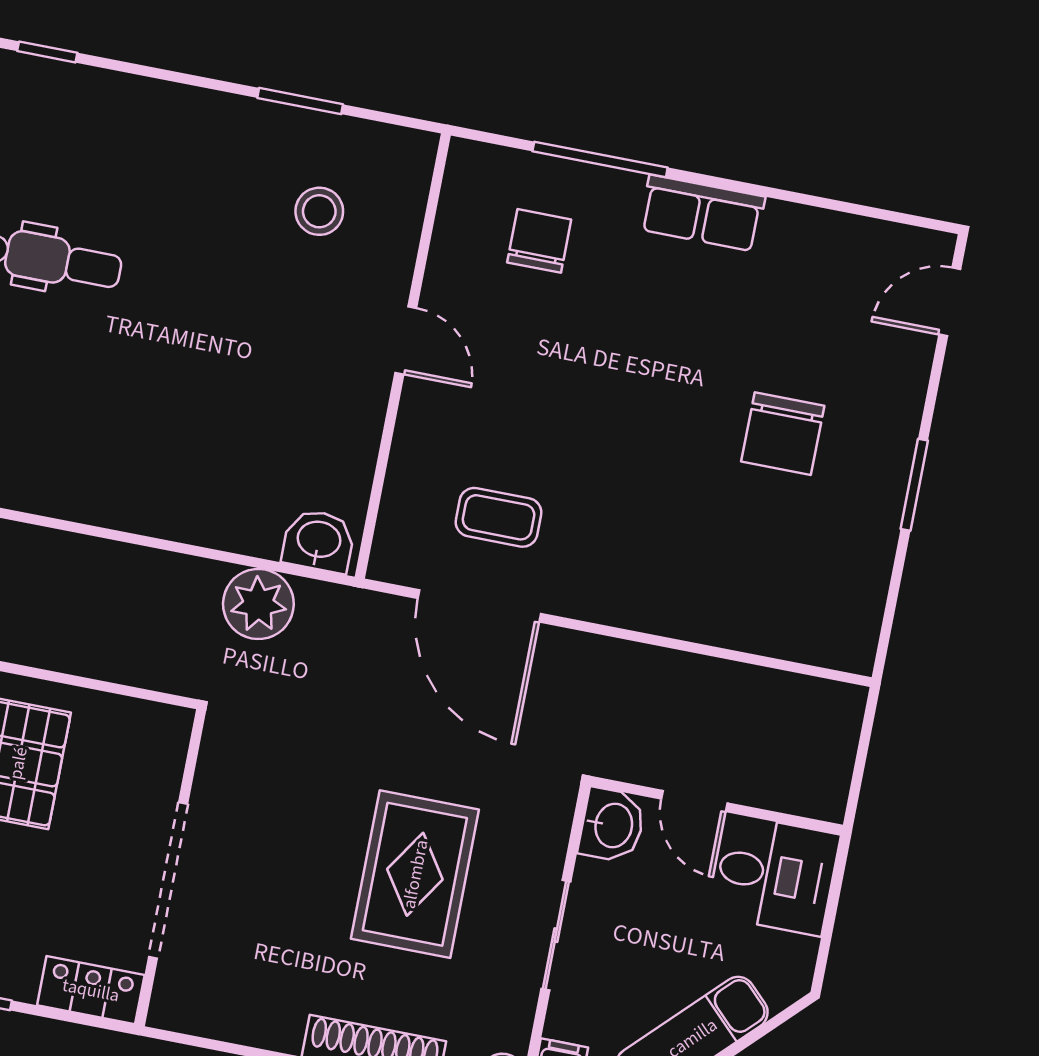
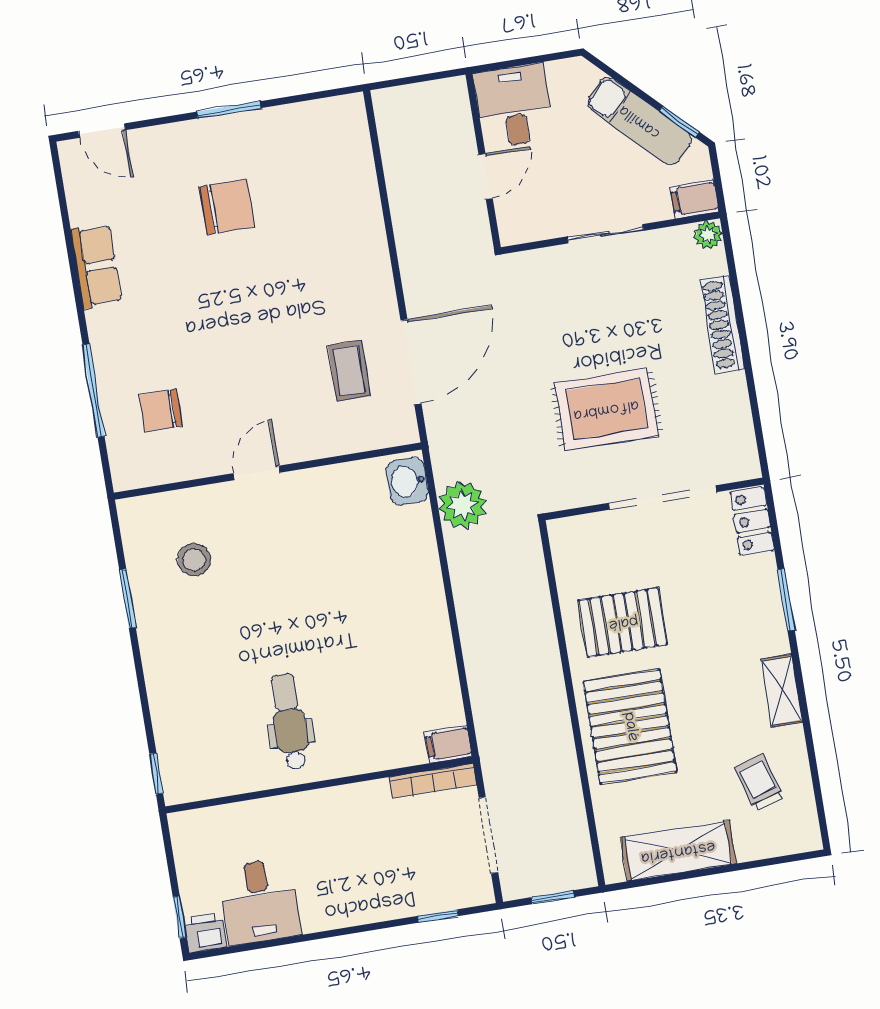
row of seats: (702, 213) -> (96, 266), moved
washbasin: (612, 825) -> (521, 224), removed
rug: (415, 874) -> (606, 409), moved

